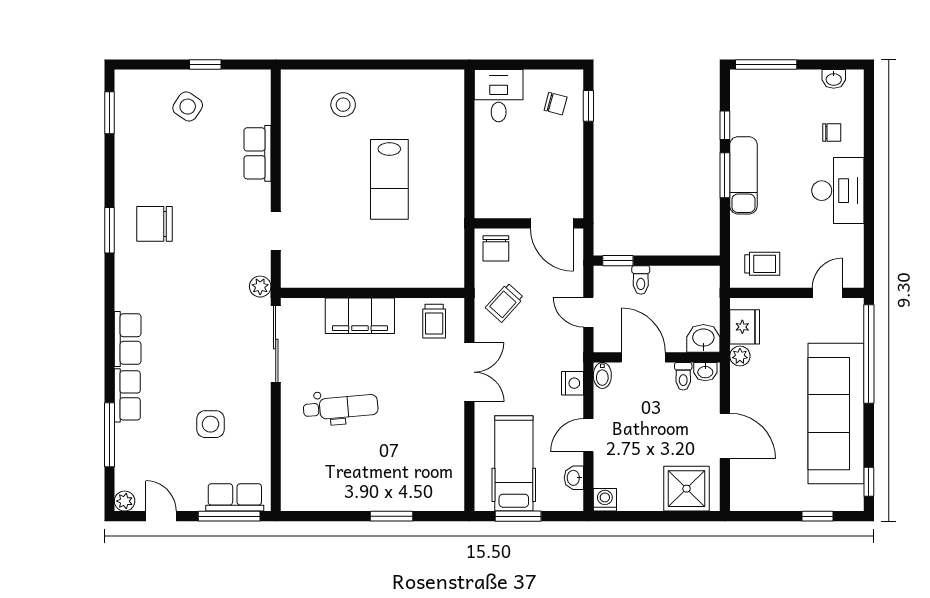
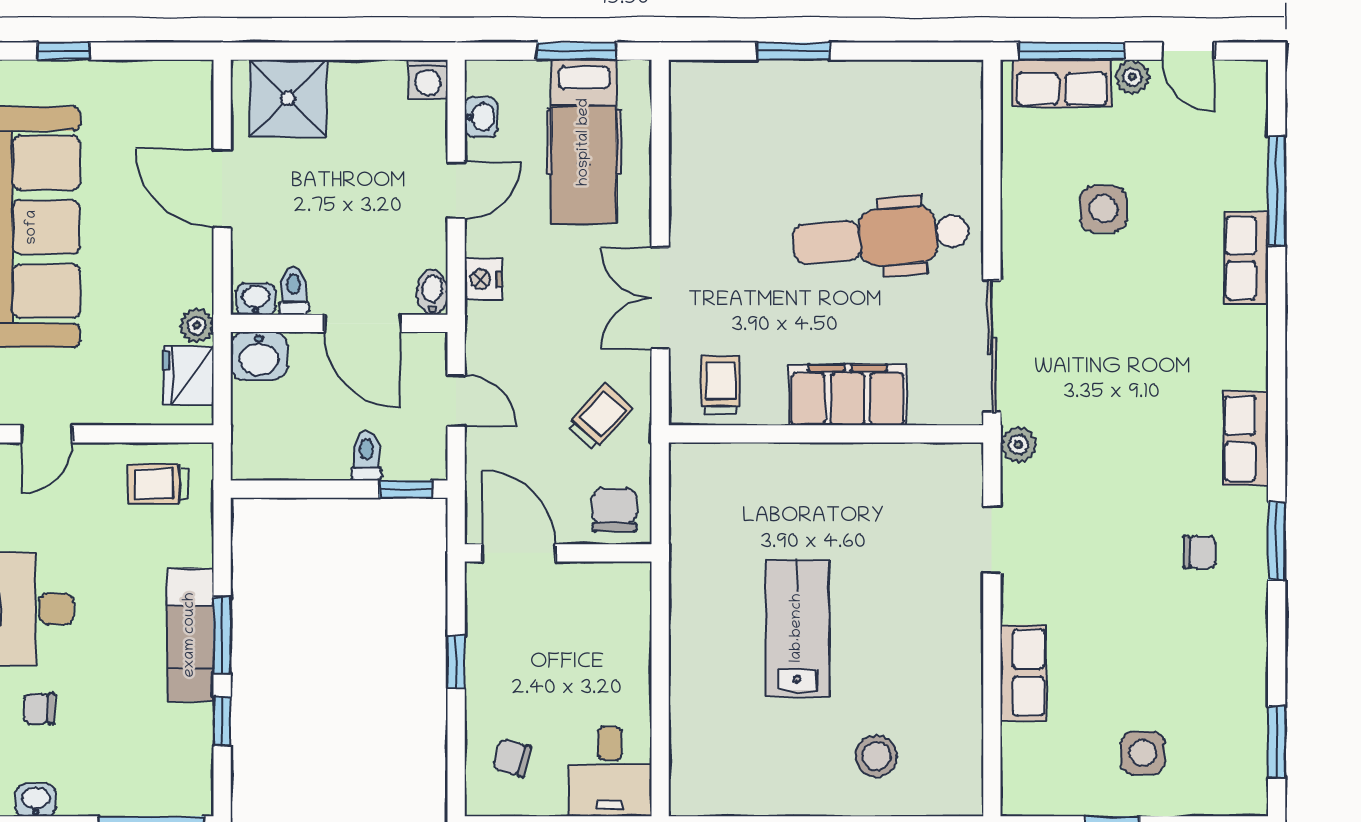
window: (588, 106) -> (456, 662), moved
side table: (188, 107) -> (1143, 753), turned -34
chair: (154, 224) -> (1200, 552), width x0.54, depth x0.54
row of seats: (128, 339) -> (1246, 438), moved
dental chair: (341, 407) -> (881, 238), width x1.36, depth x1.38
plant: (125, 501) -> (1132, 77), moved

